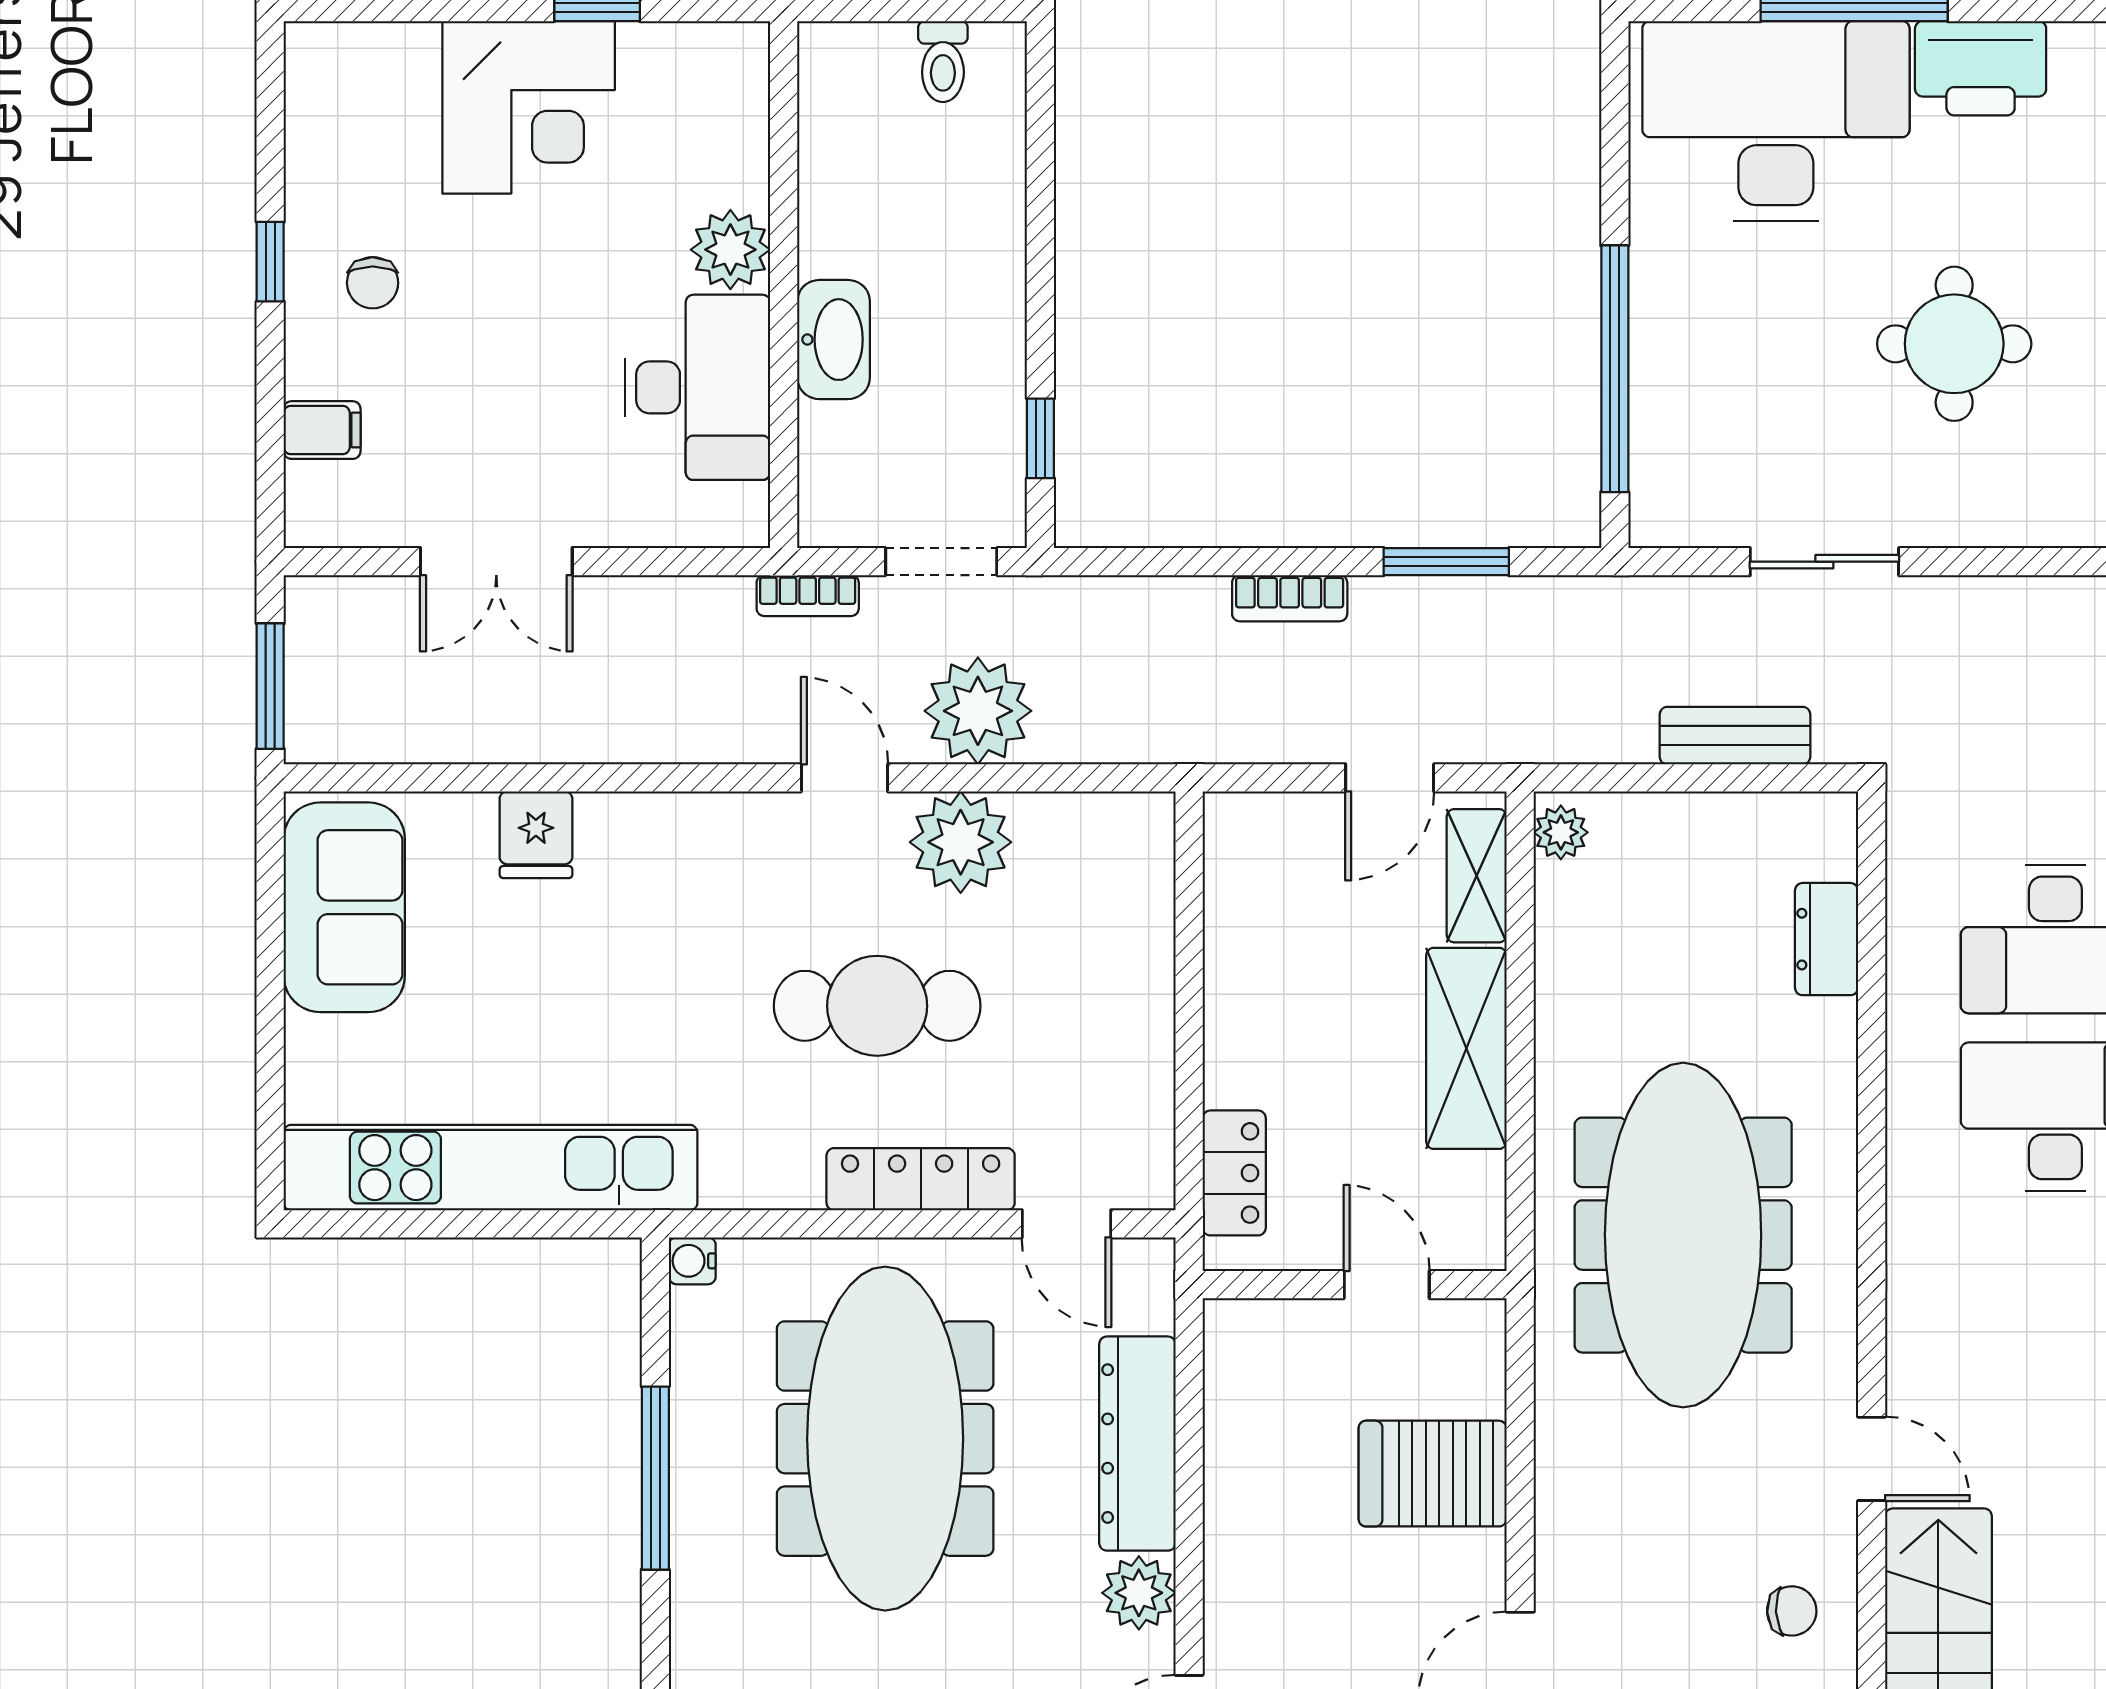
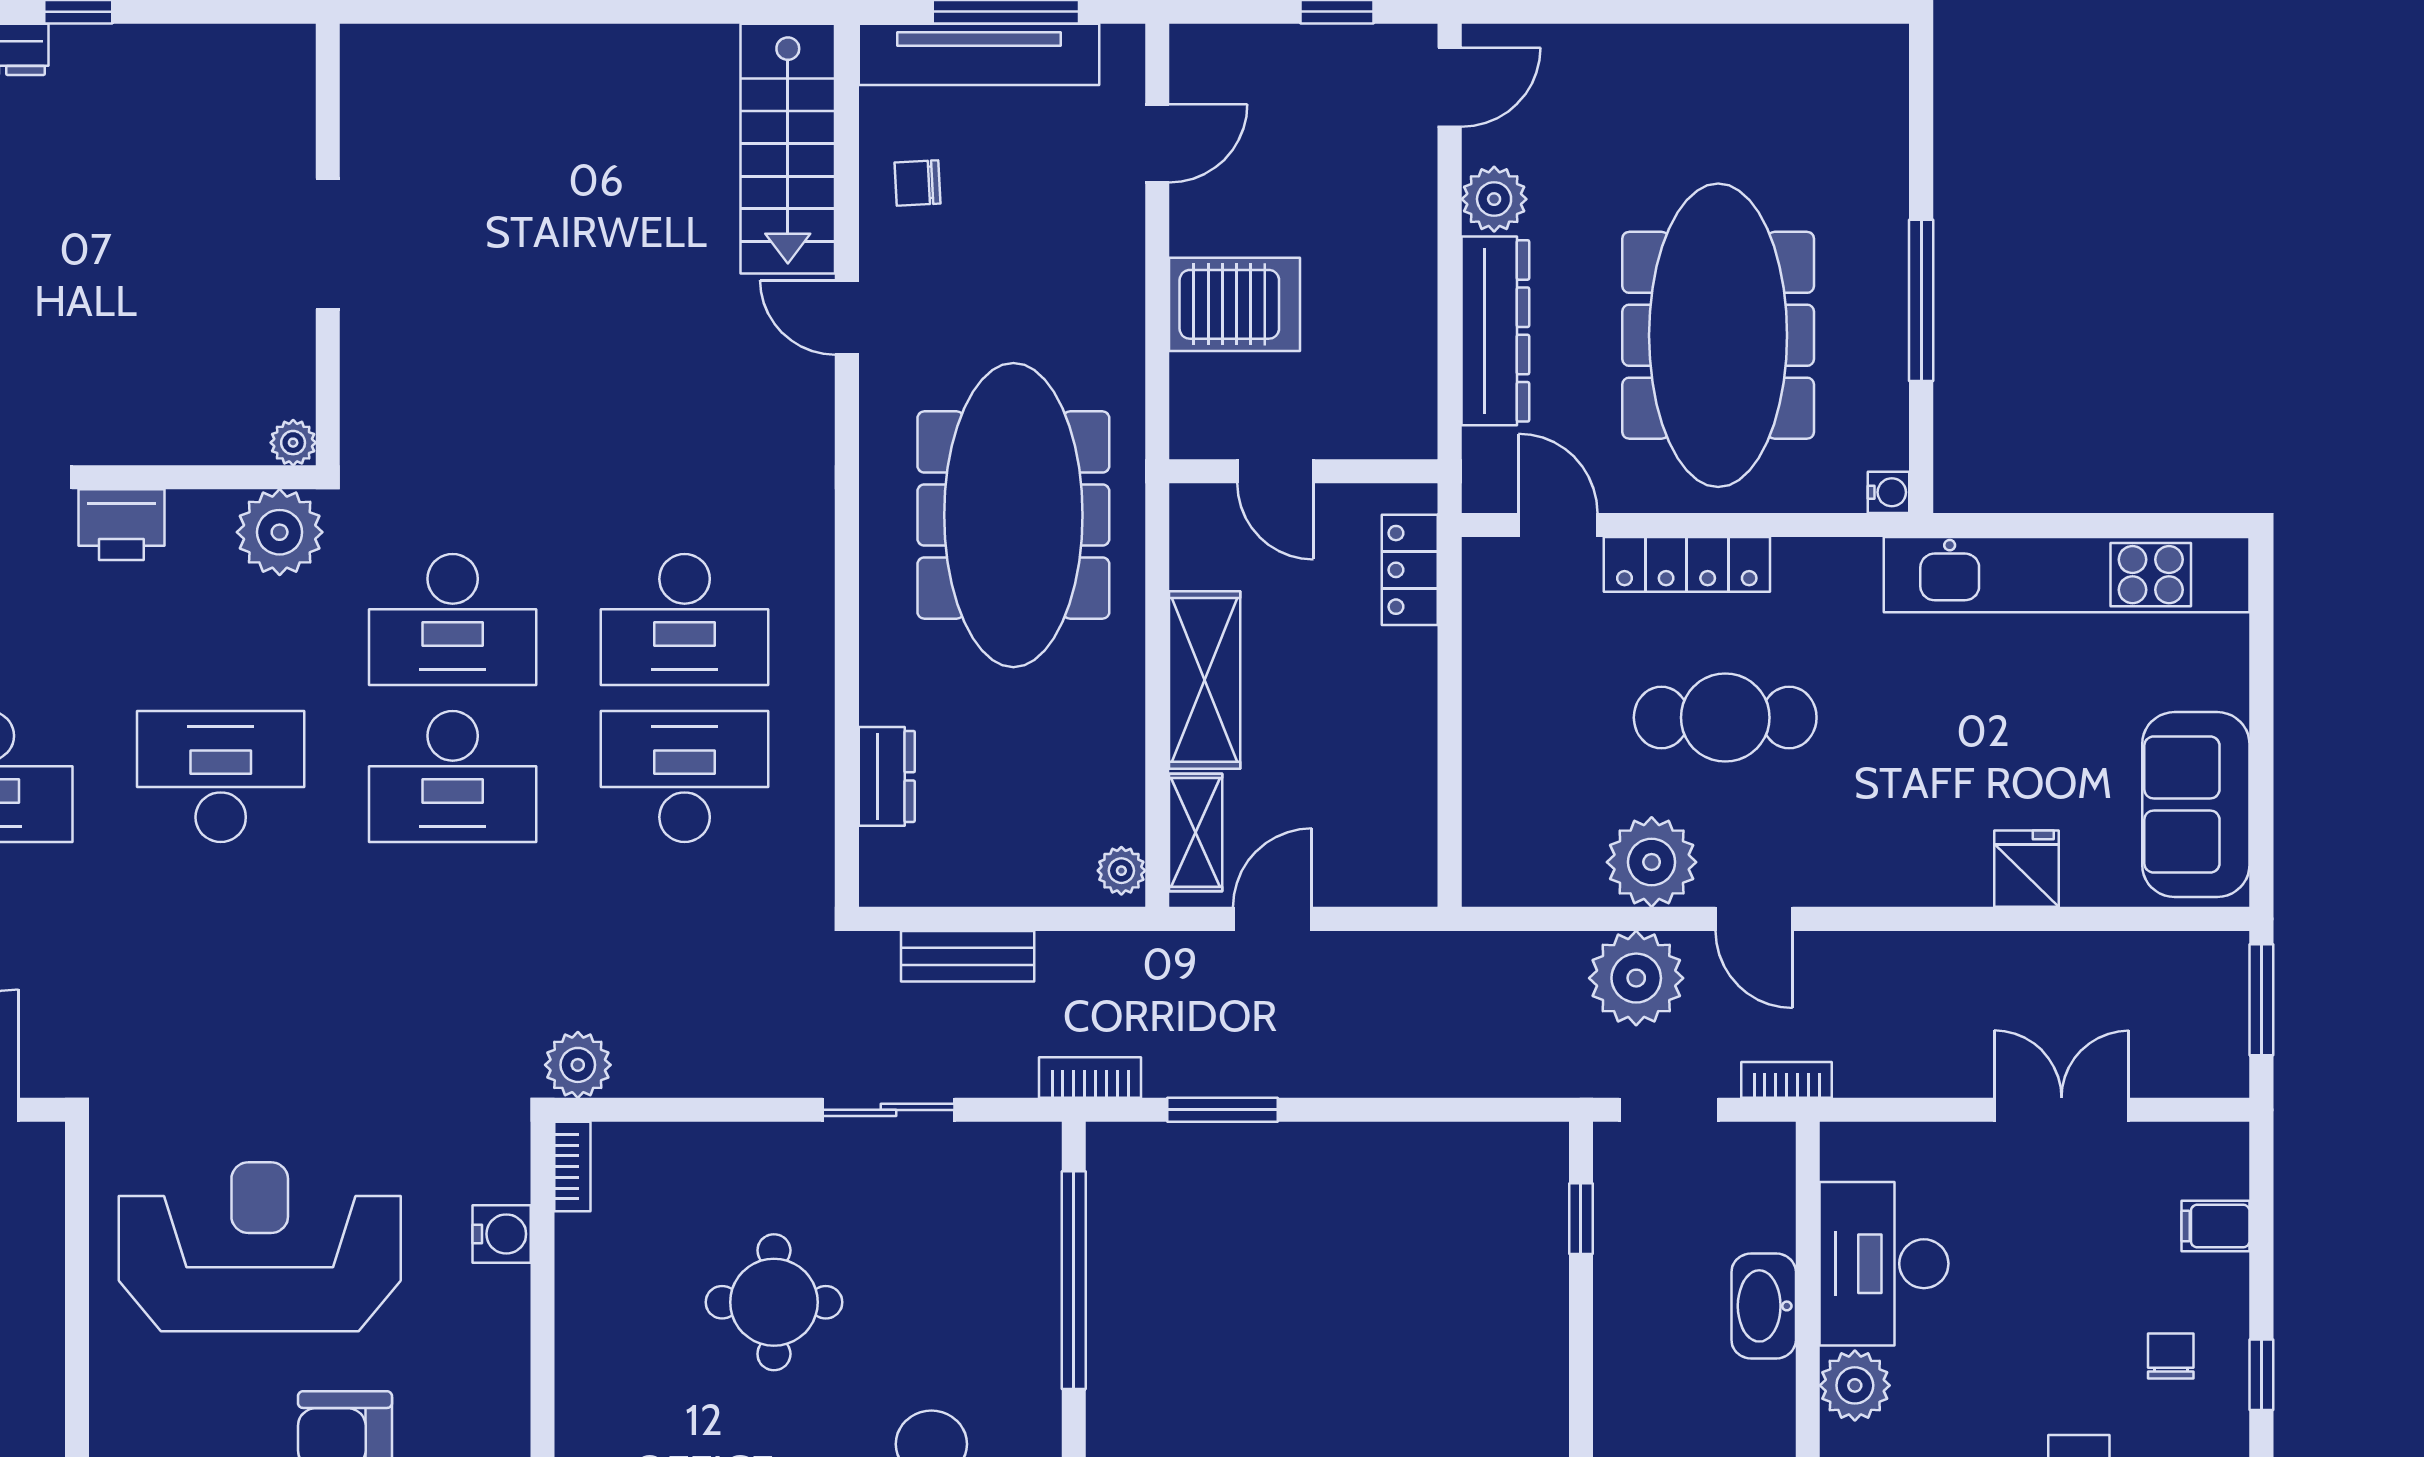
bookcase: (1290, 598) -> (1090, 1078), moved

